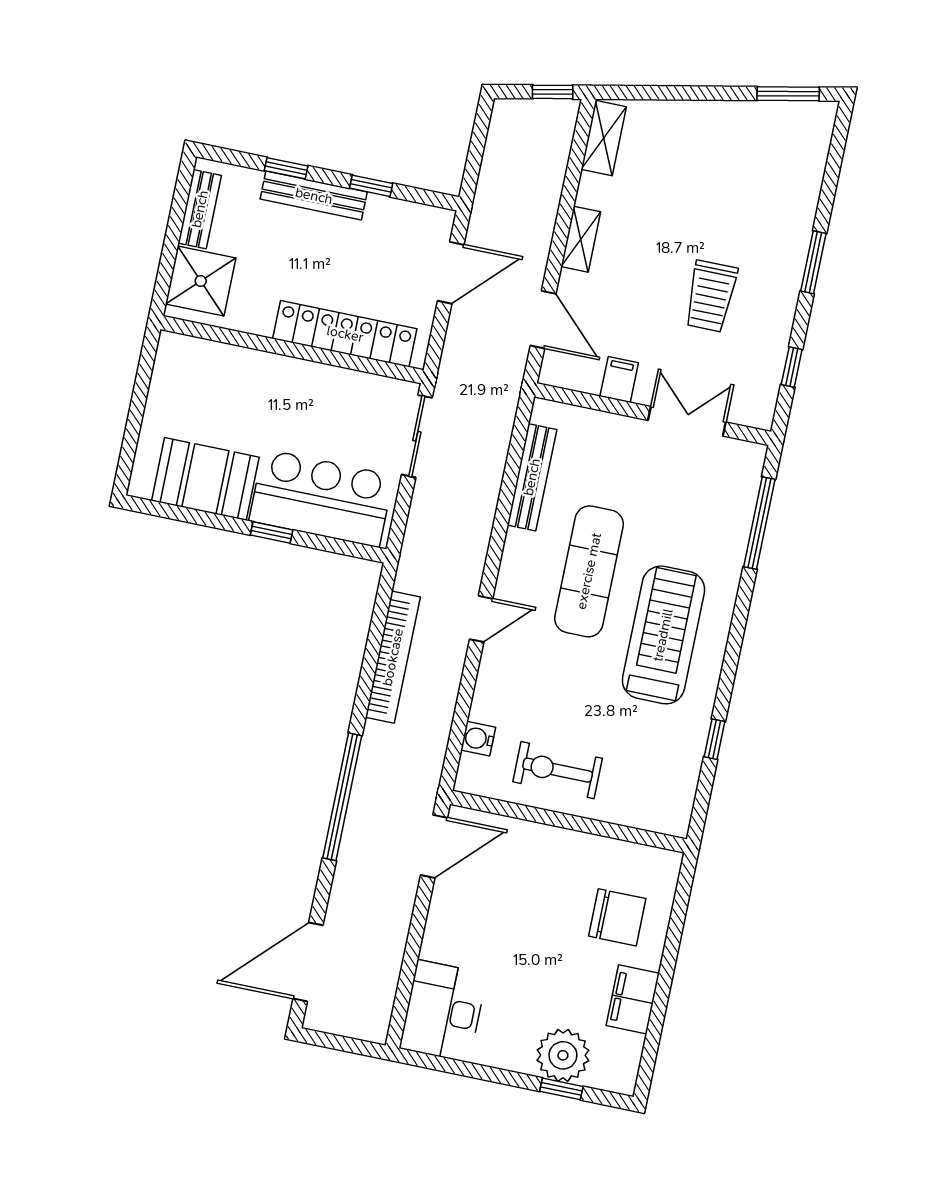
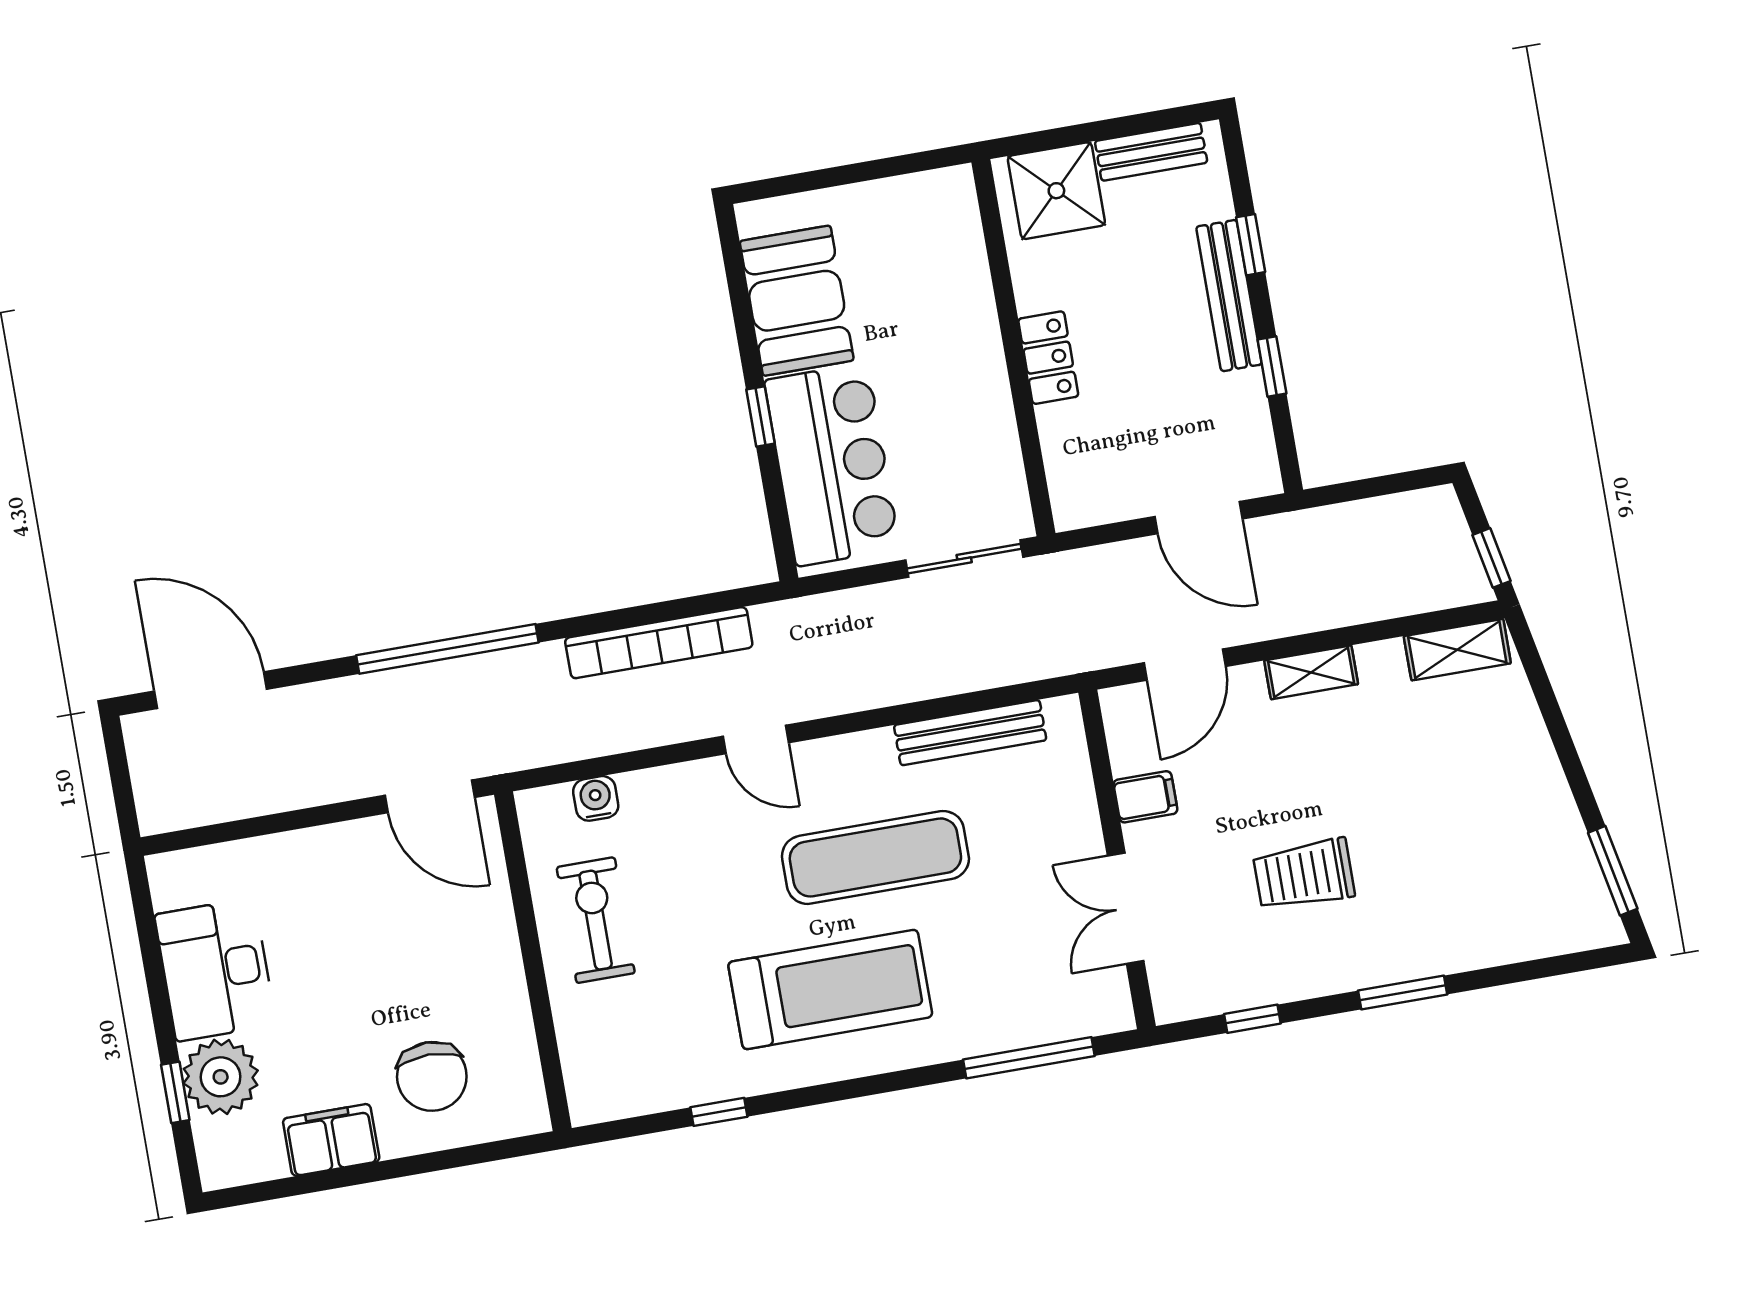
locker: (345, 334) -> (1048, 358), width x0.46, depth x0.83
double door: (687, 421) -> (1126, 908), swing flipped
desk: (443, 1011) -> (215, 970), moved, turned -90

